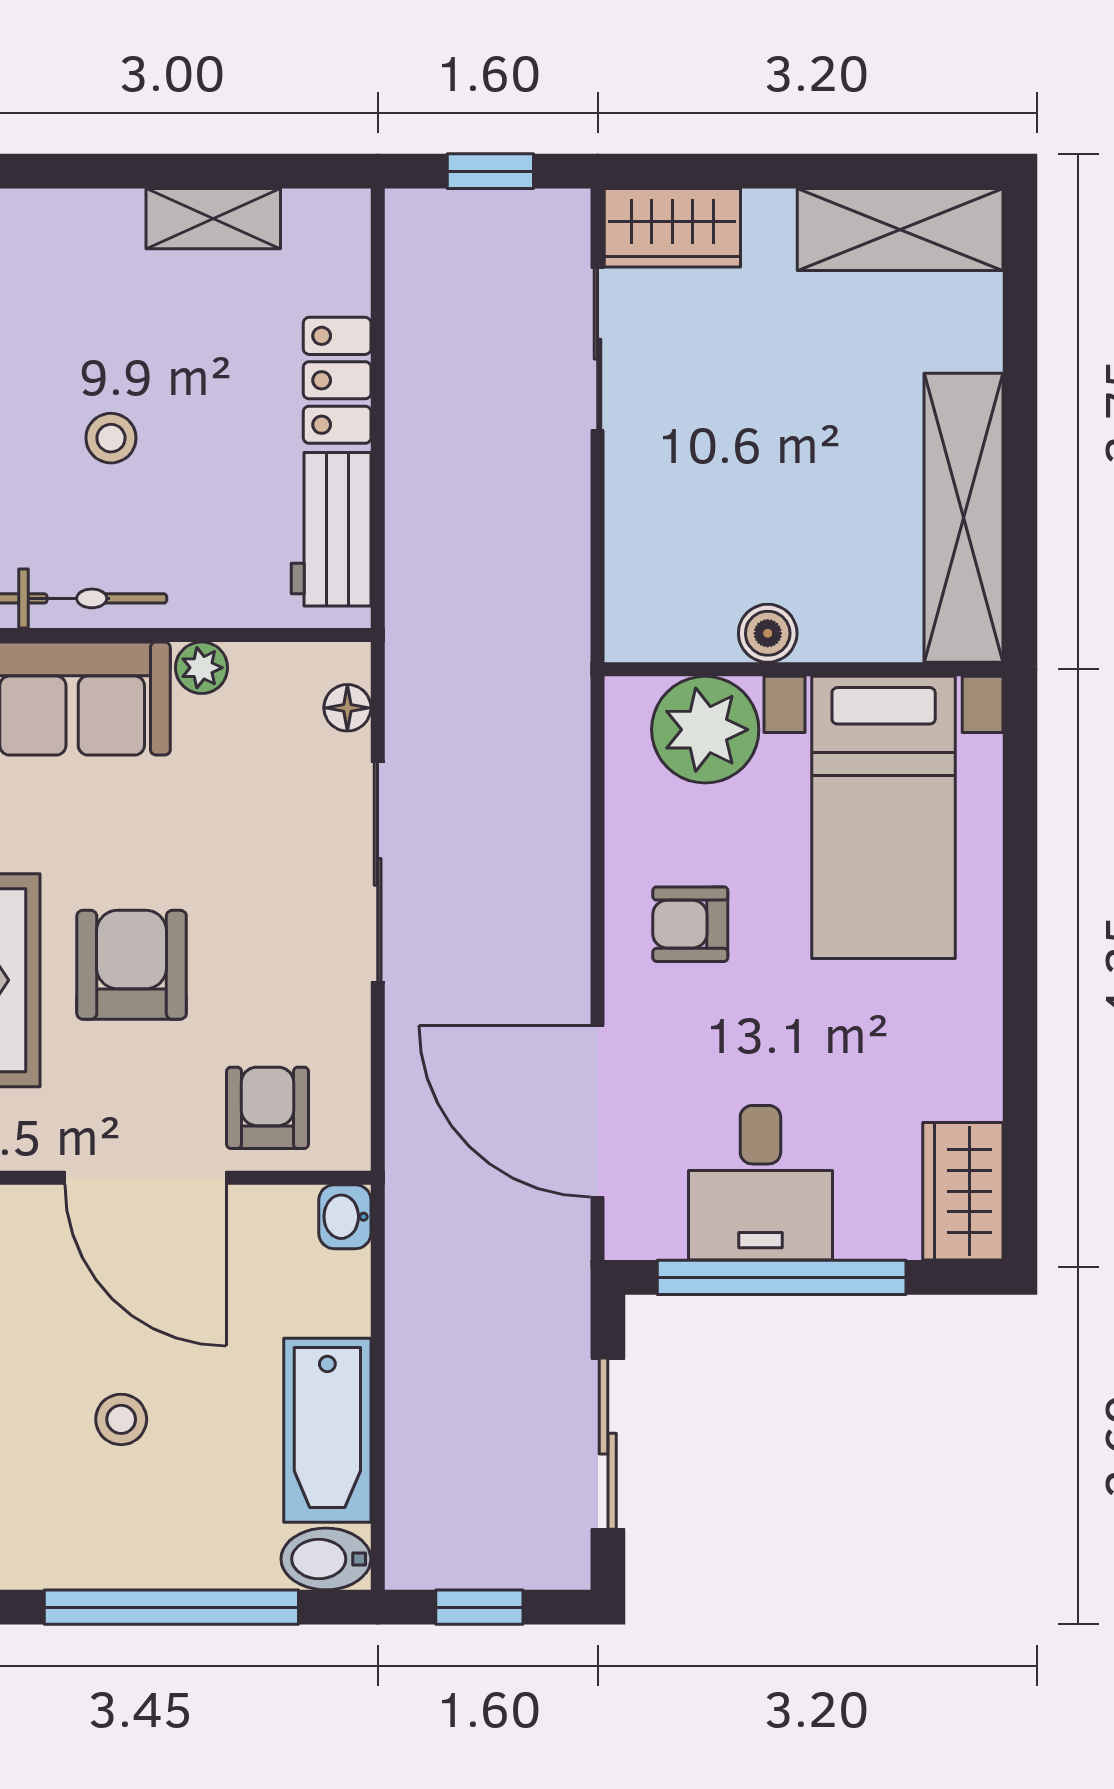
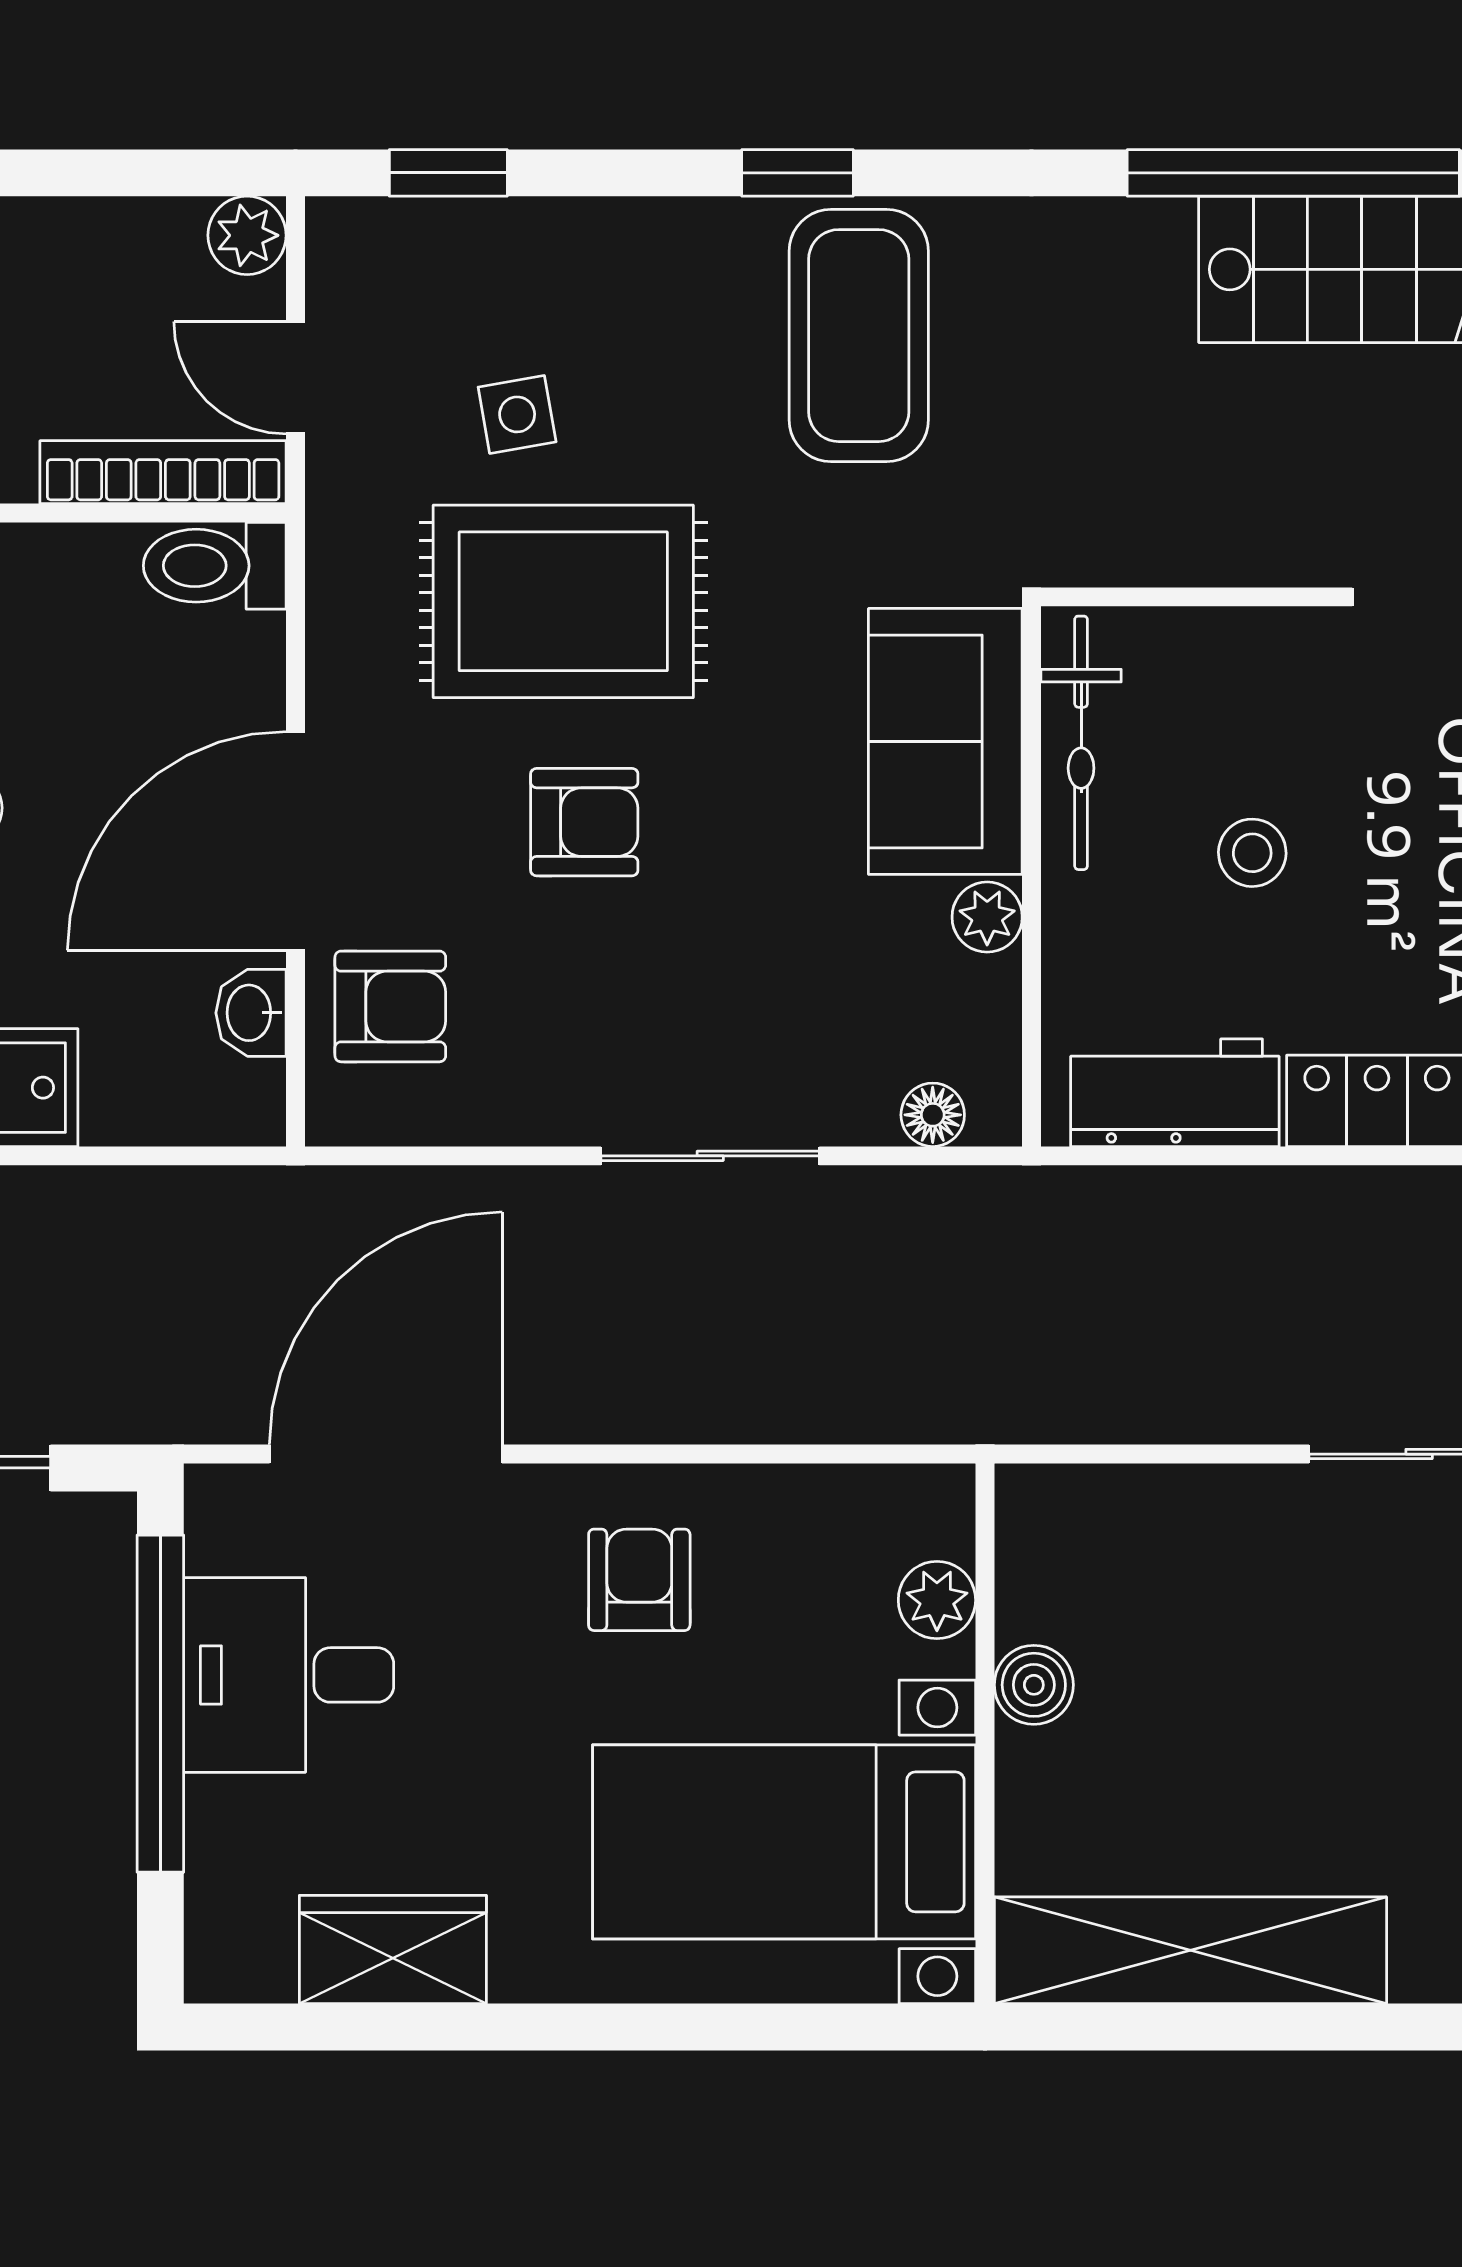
stool: (111, 438) -> (1252, 853), moved
plant: (705, 730) -> (937, 1600), width x0.53, depth x0.53
sliding door: (378, 872) -> (710, 1156), width x0.73
armchair: (132, 965) -> (584, 822), width x0.72, depth x0.72
wardrobe: (963, 1191) -> (393, 1950), moved
washbasin: (345, 1217) -> (251, 1013), moved, turned -90

